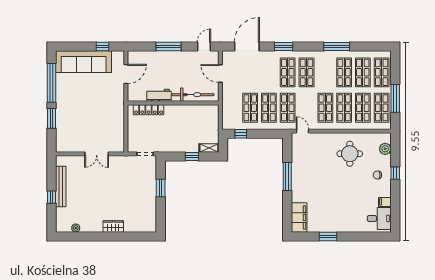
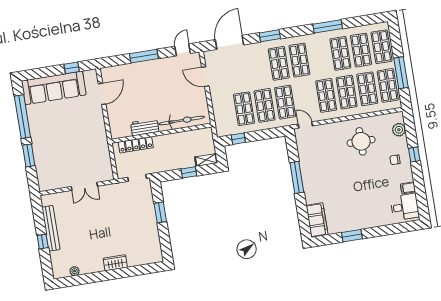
workbench: (159, 95) -> (145, 127), moved
bicycle: (193, 95) -> (182, 120), moved
wall: (173, 103) -> (161, 133), moved
locker: (149, 110) -> (136, 145), moved

